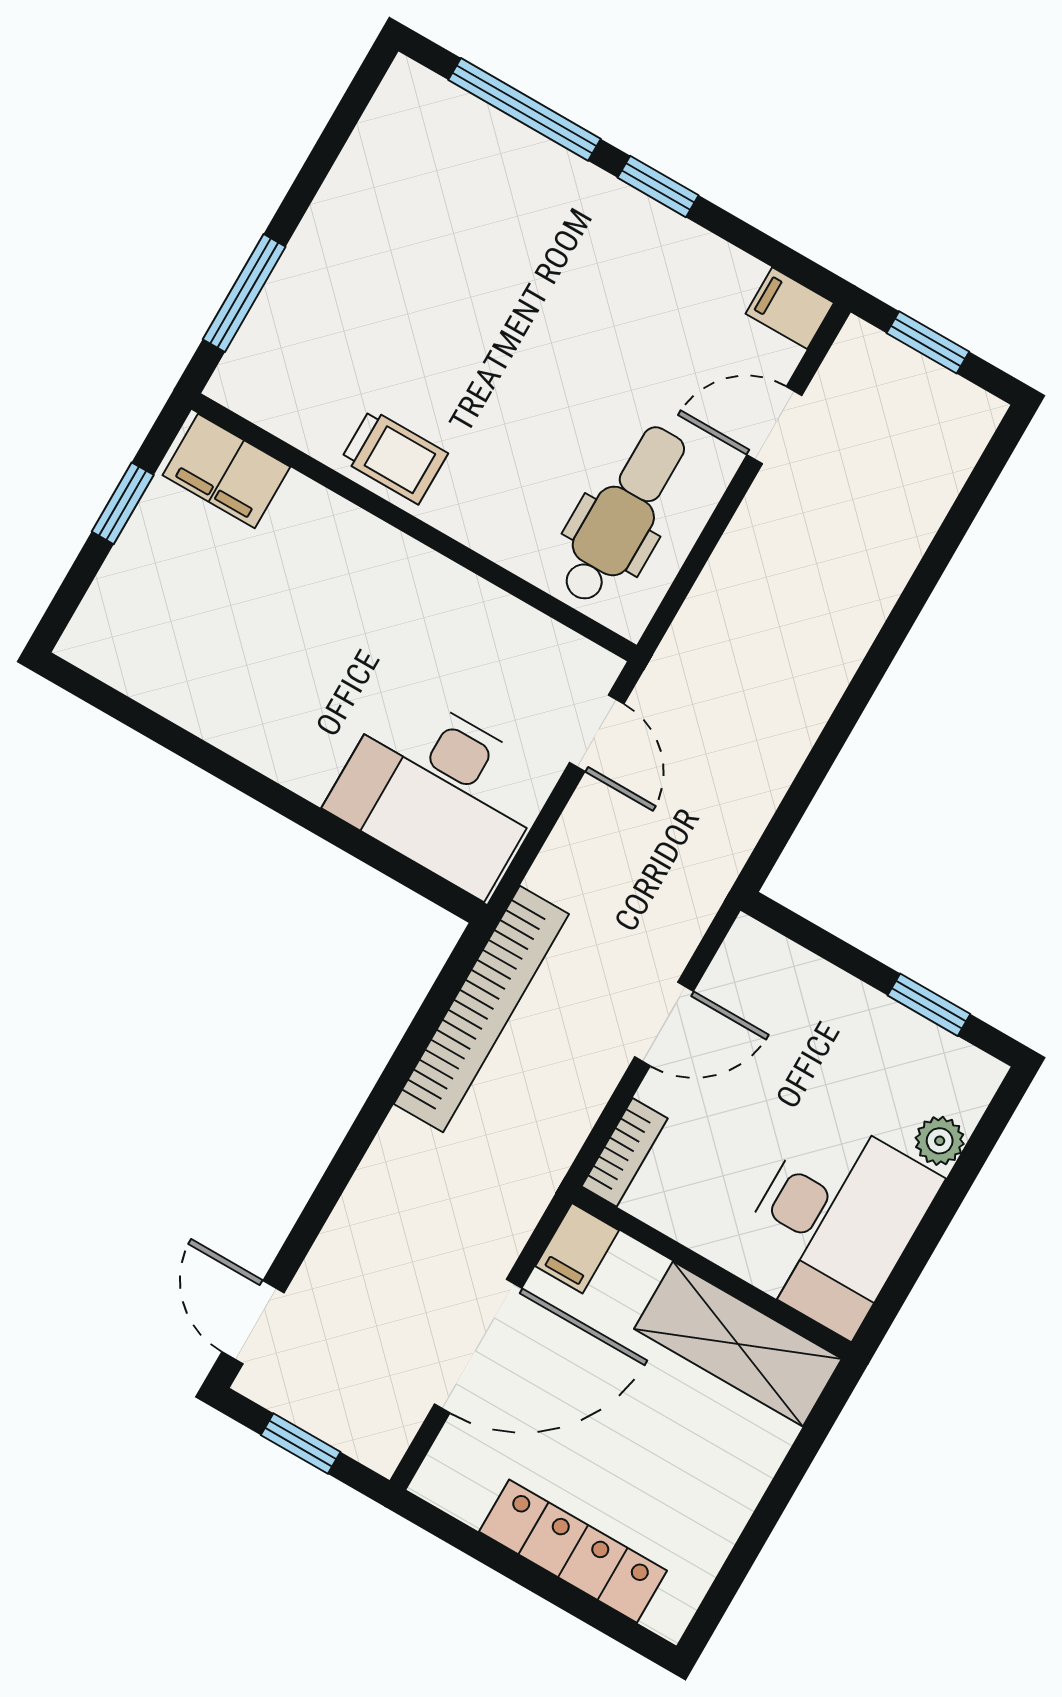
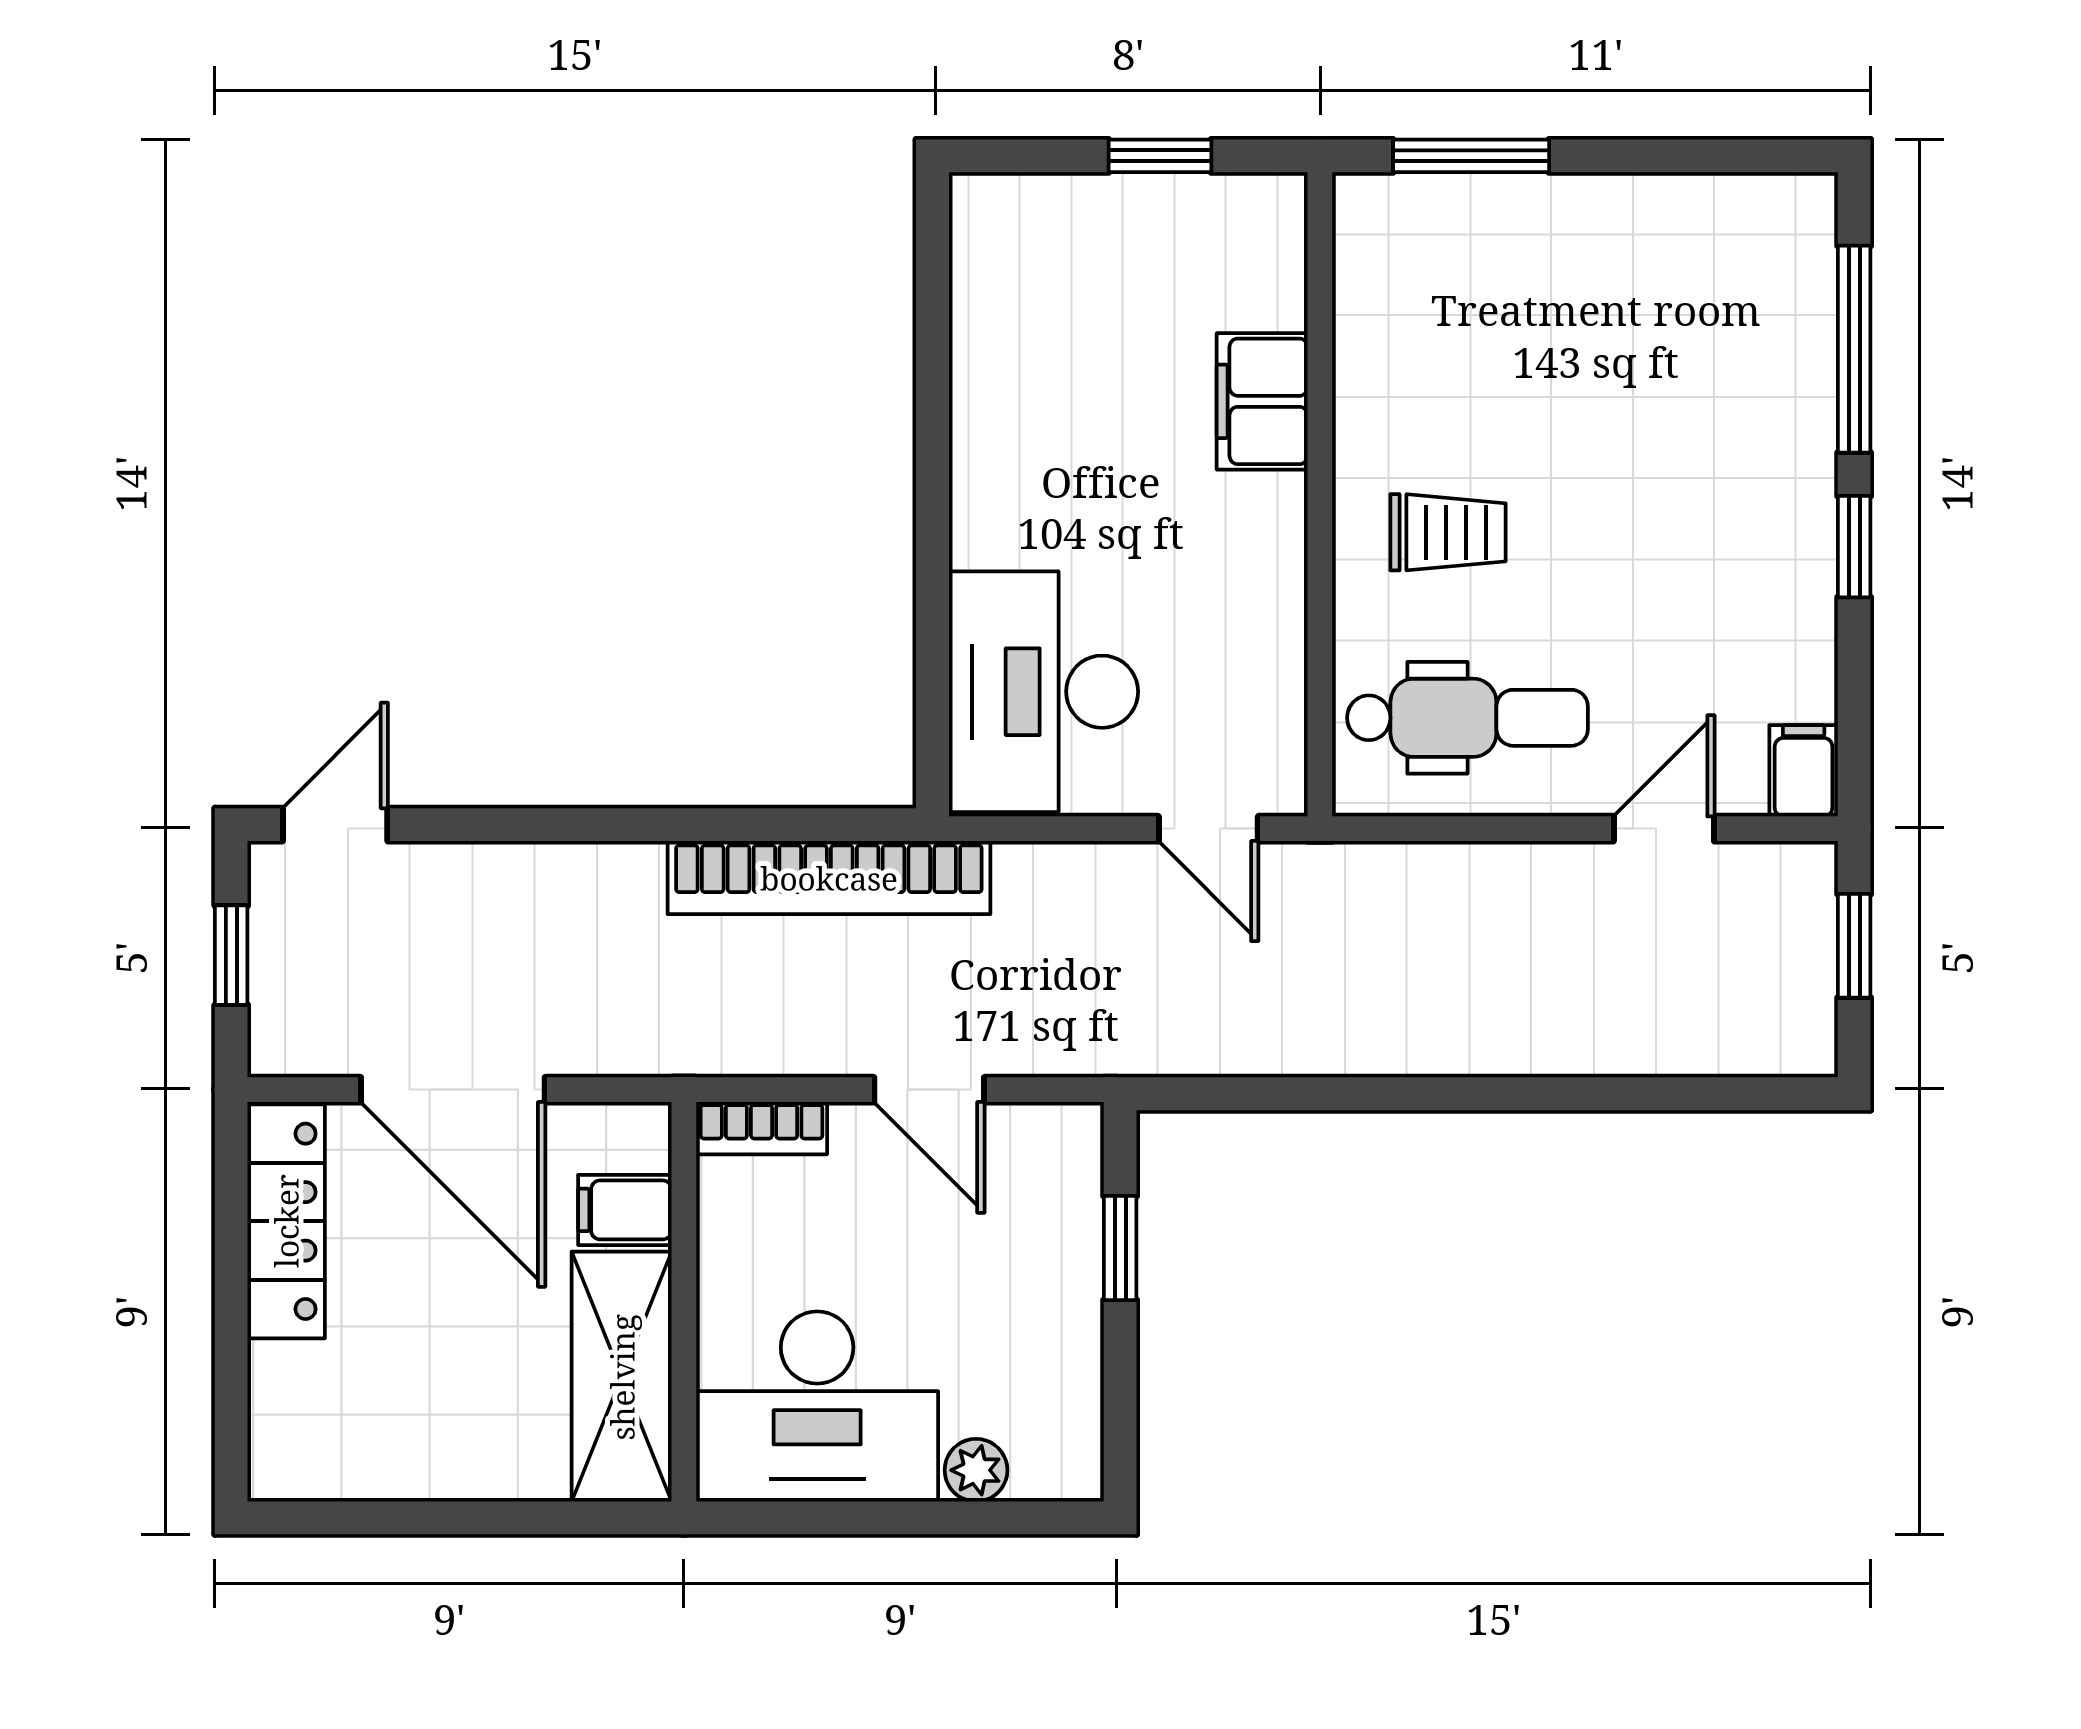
door: (774, 425) -> (1664, 829), hinge flipped
trolley: (394, 457) -> (1448, 532), moved, turned -90
filing cabinet: (226, 471) -> (1262, 401), moved
door: (597, 733) -> (1208, 829), hinge flipped
window: (929, 1005) -> (1120, 1248), moved
filing cabinet: (577, 1248) -> (625, 1210), moved
locker: (573, 1551) -> (286, 1221), moved

